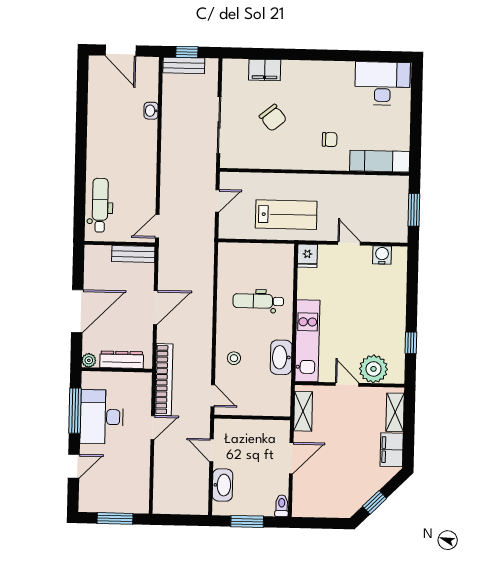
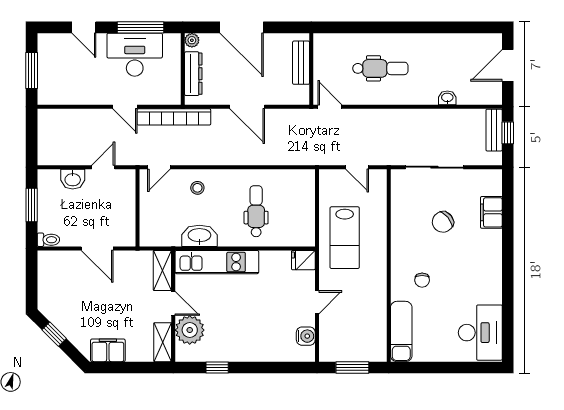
dental chair: (100, 205) -> (380, 68), moved
bench: (133, 254) -> (301, 63), moved
door: (347, 384) -> (173, 303), hinge flipped
shelving: (303, 411) -> (162, 270), moved, turned 90
shelving: (395, 412) -> (163, 342), moved, turned 90
washbasin: (223, 485) -> (73, 179), width x0.72

